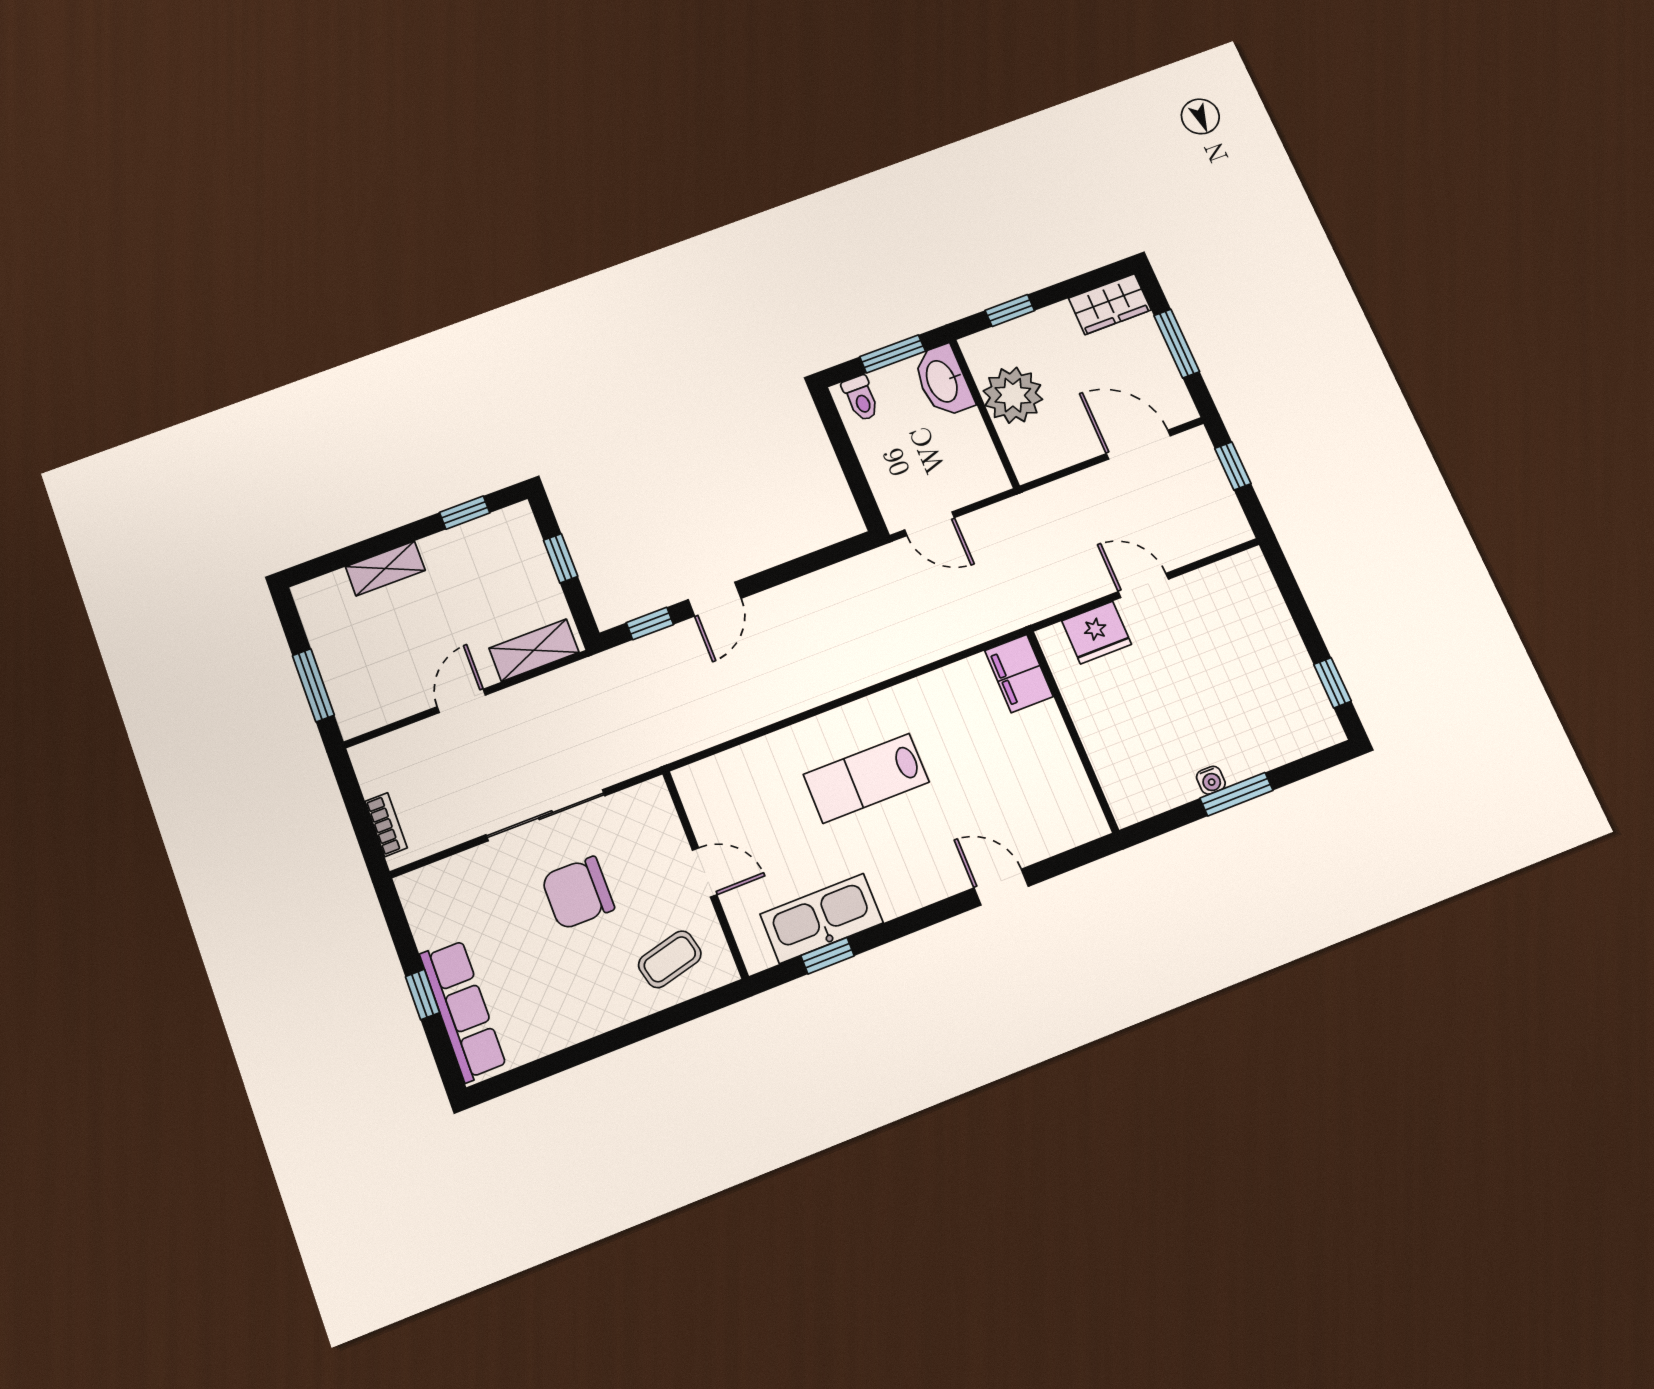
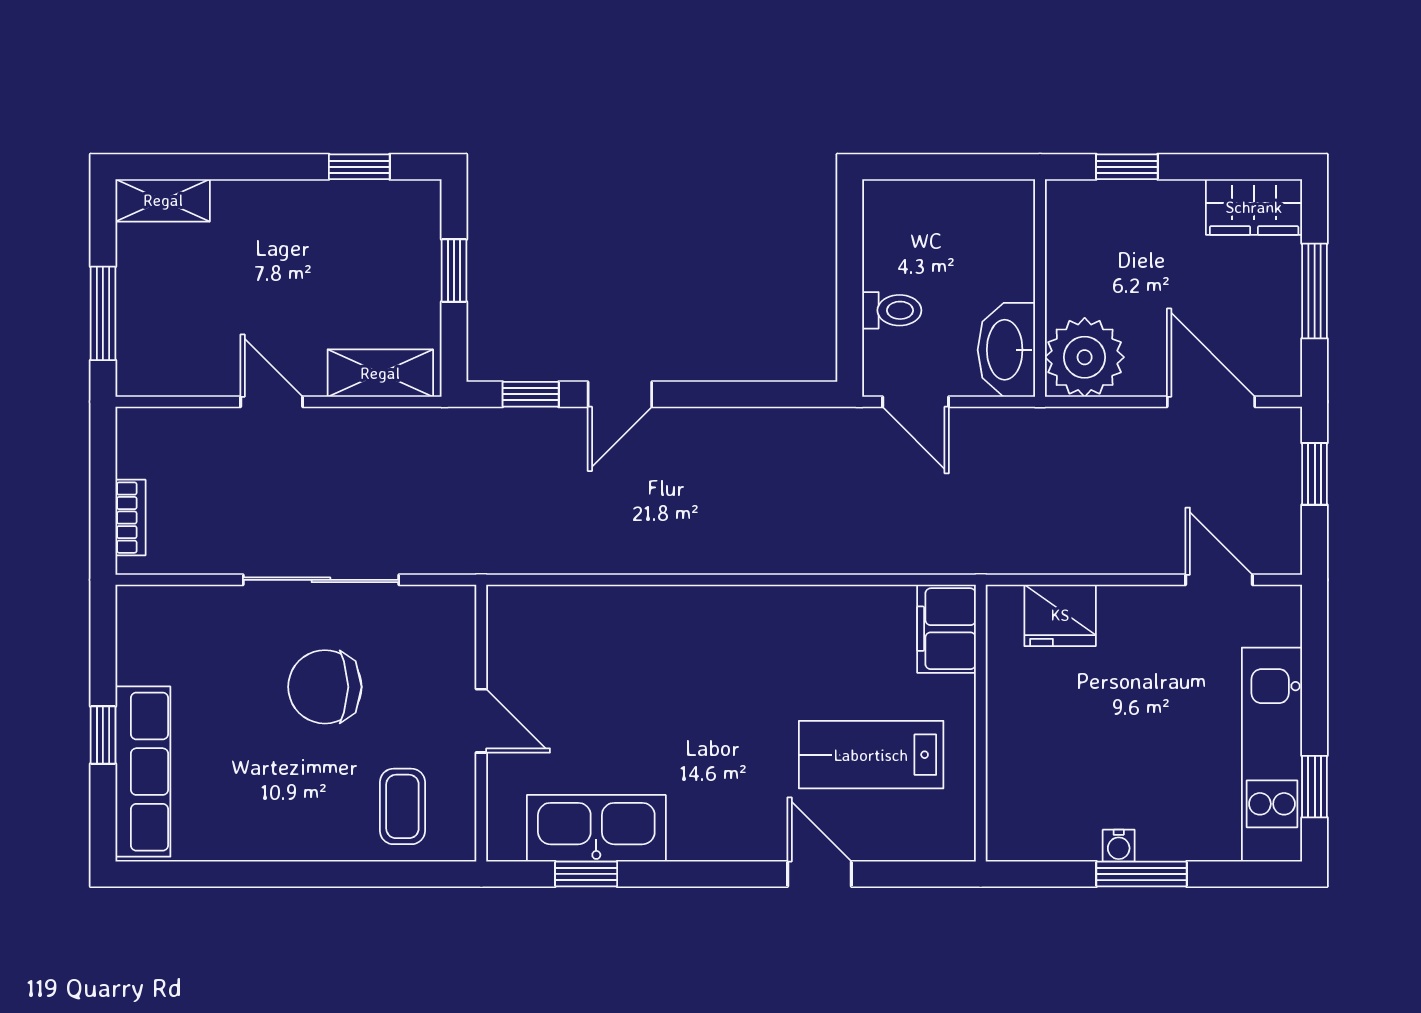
window: (893, 354) -> (959, 167), removed
washbasin: (943, 381) -> (1006, 350), moved
plant: (1013, 395) -> (1085, 357), moved
toilet: (861, 398) -> (892, 310), moved, turned -90
shelving: (385, 568) -> (163, 200), moved
door: (1143, 585) -> (1219, 580), moved
kitchen unit: (1292, 672) -> (1272, 755), added
door: (461, 701) -> (272, 402), hinge flipped
lab bench: (866, 778) -> (871, 755), moved
coffee table: (670, 959) -> (402, 806), turned -76

